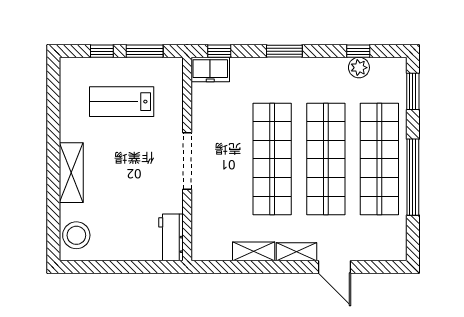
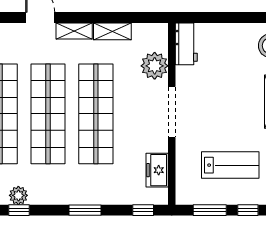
freezer: (210, 70) -> (157, 170), moved, turned -90
plant: (206, 213) -> (155, 66), added

